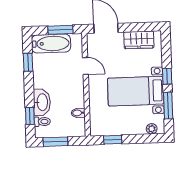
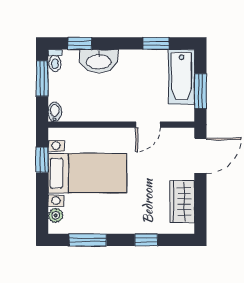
window: (167, 76) -> (146, 240), moved
bed with nightstands: (136, 91) -> (87, 173), moved, turned 90
bidet: (78, 113) -> (55, 112), moved
toilet: (42, 122) -> (55, 61), moved

